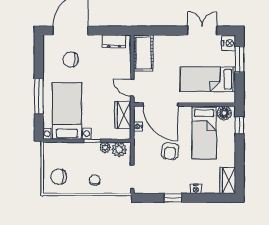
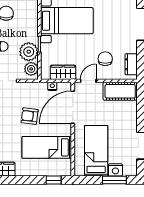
nightstand: (229, 43) -> (115, 170), moved
chair: (71, 59) -> (105, 59), moved
floor lamp: (224, 113) -> (65, 166), removed
plant: (105, 148) -> (29, 52), width x1.87, depth x1.87

